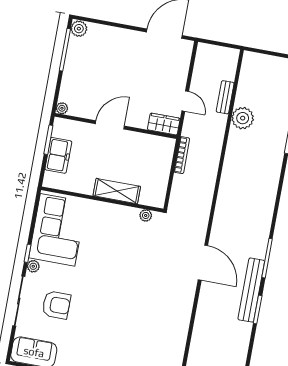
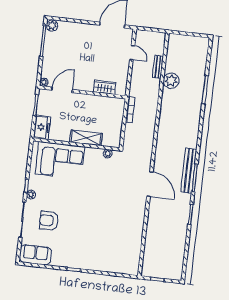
door: (185, 101) -> (132, 52), moved
wardrobe: (164, 124) -> (105, 87), moved
door: (110, 125) -> (62, 90), moved
freezer: (58, 155) -> (42, 127), moved
corner sofa: (58, 230) -> (60, 160), moved, turned 90
bench: (251, 290) -> (189, 171), moved
armchair: (56, 305) -> (49, 221), turned 180

